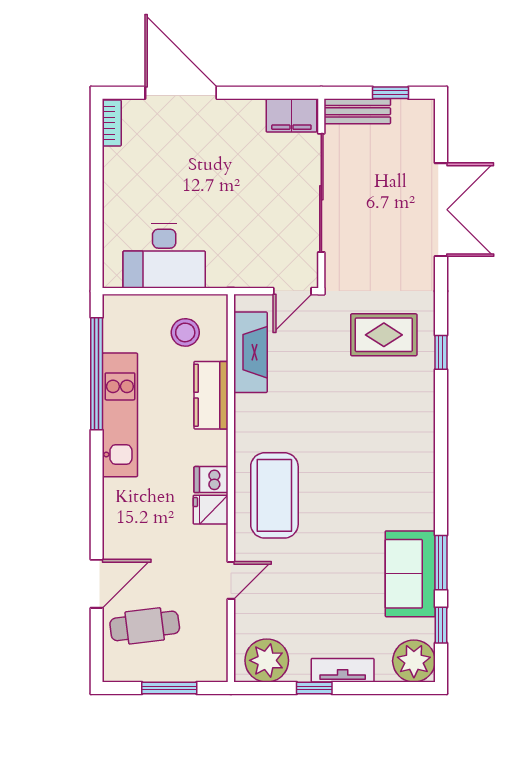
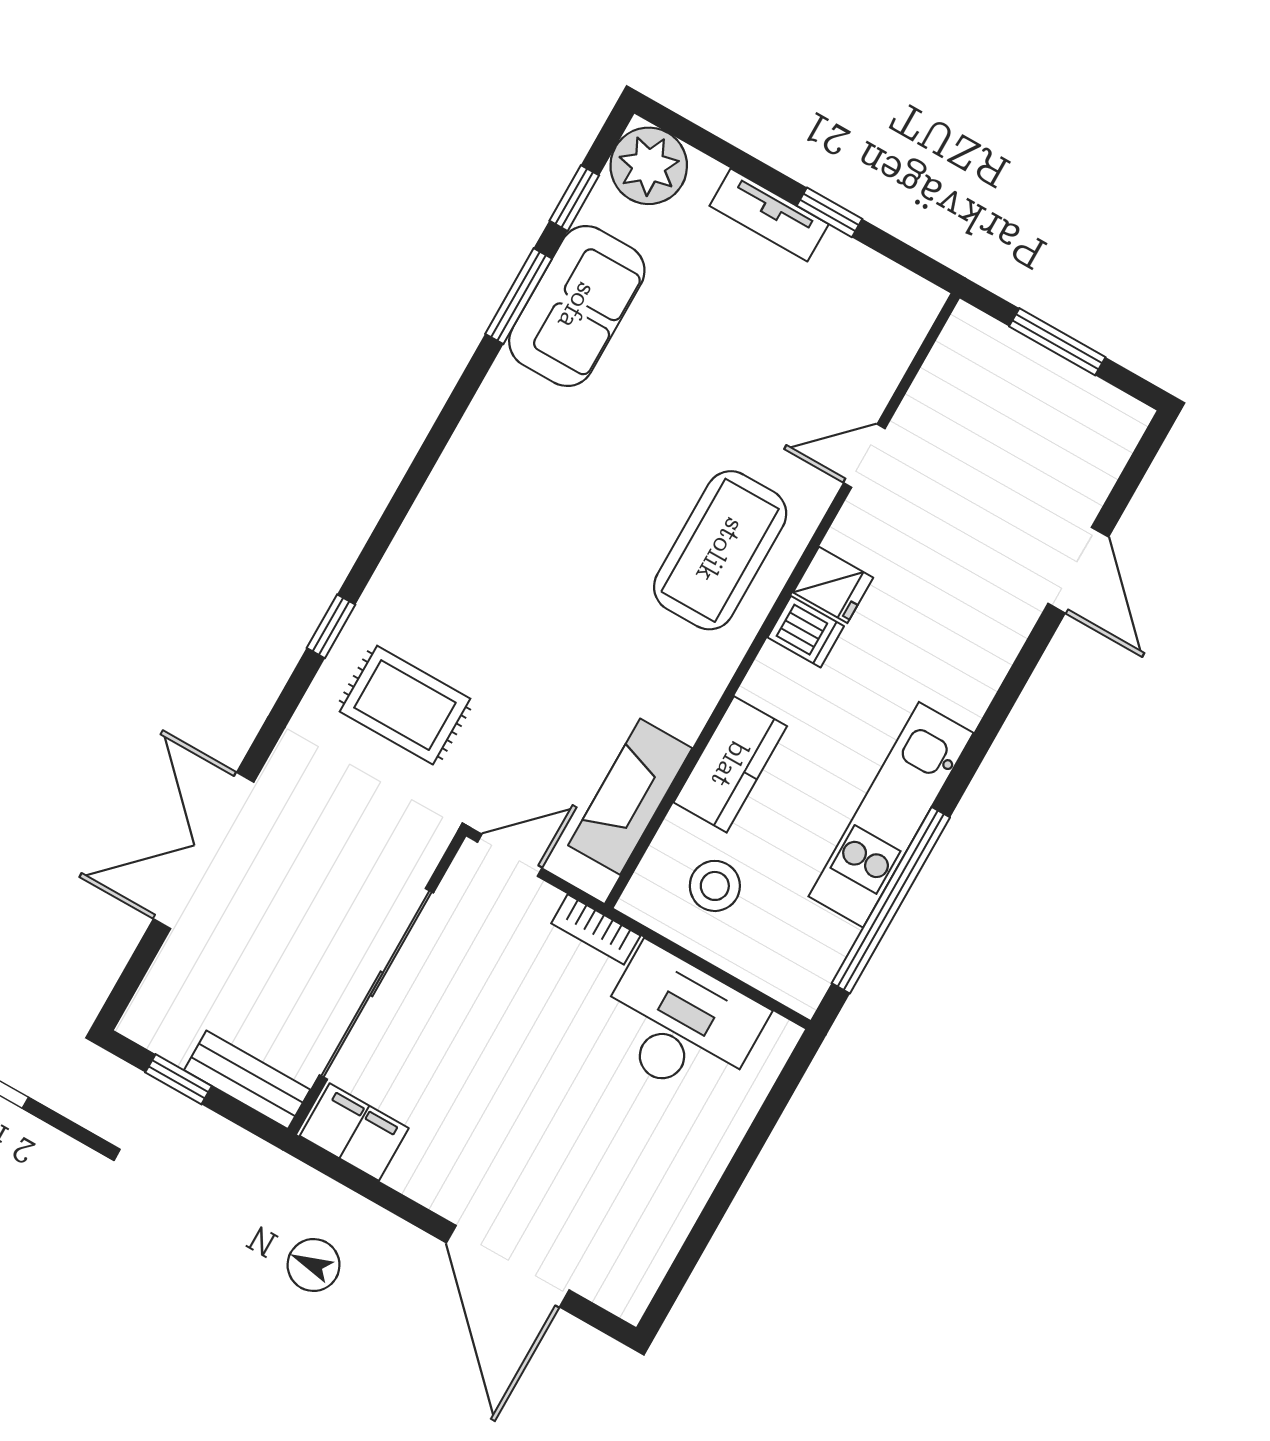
bookcase: (112, 123) -> (596, 929), moved, turned -90
door: (97, 584) -> (1078, 570), swing flipped
cafe table: (145, 626) -> (1040, 461), removed
plant: (267, 660) -> (879, 298), removed

